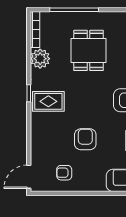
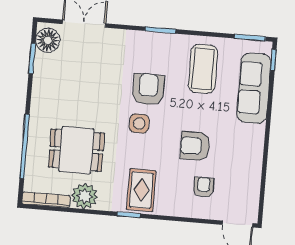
dining table: (89, 50) -> (76, 150), moved
side table: (99, 95) -> (139, 123), added
armchair: (64, 173) -> (204, 187), moved, turned 180

